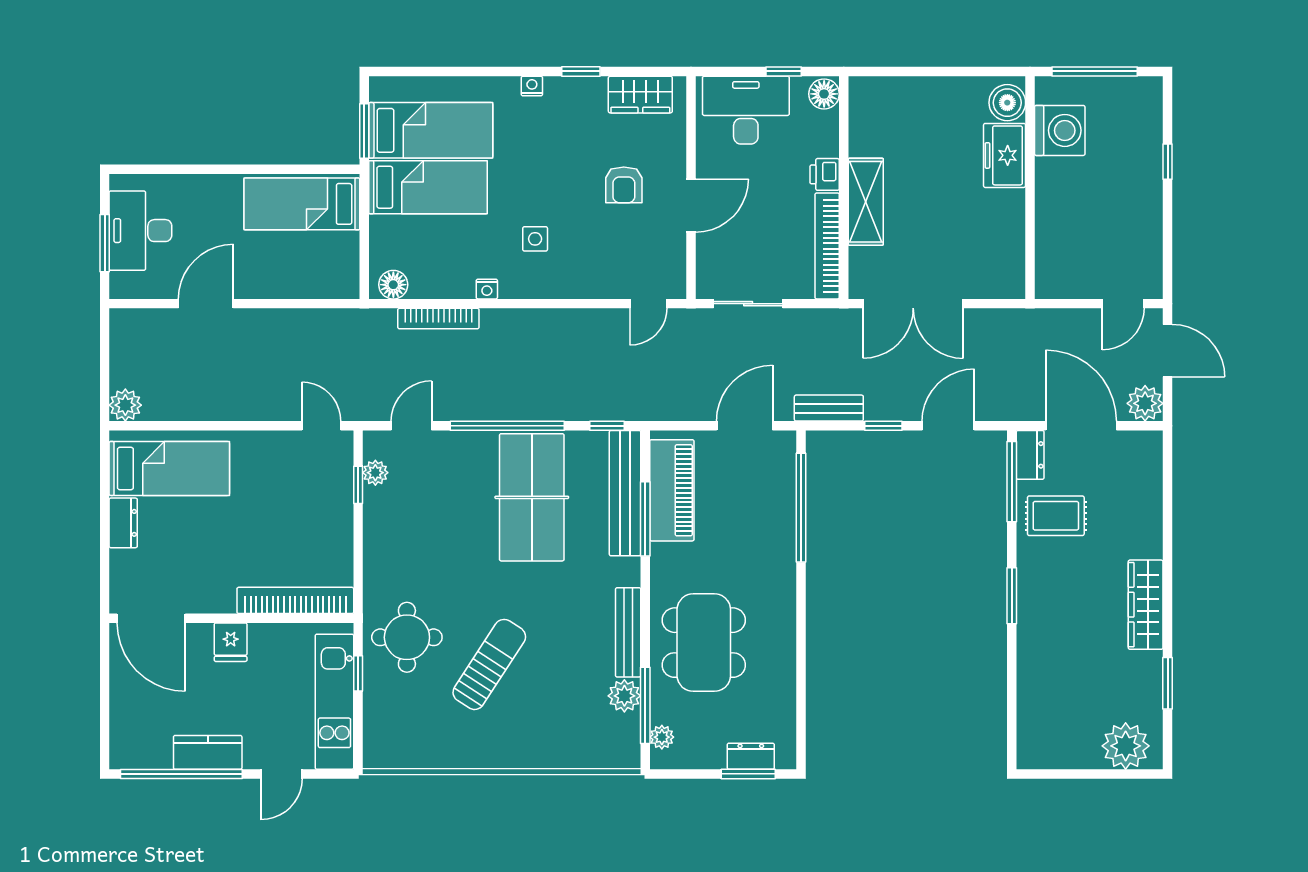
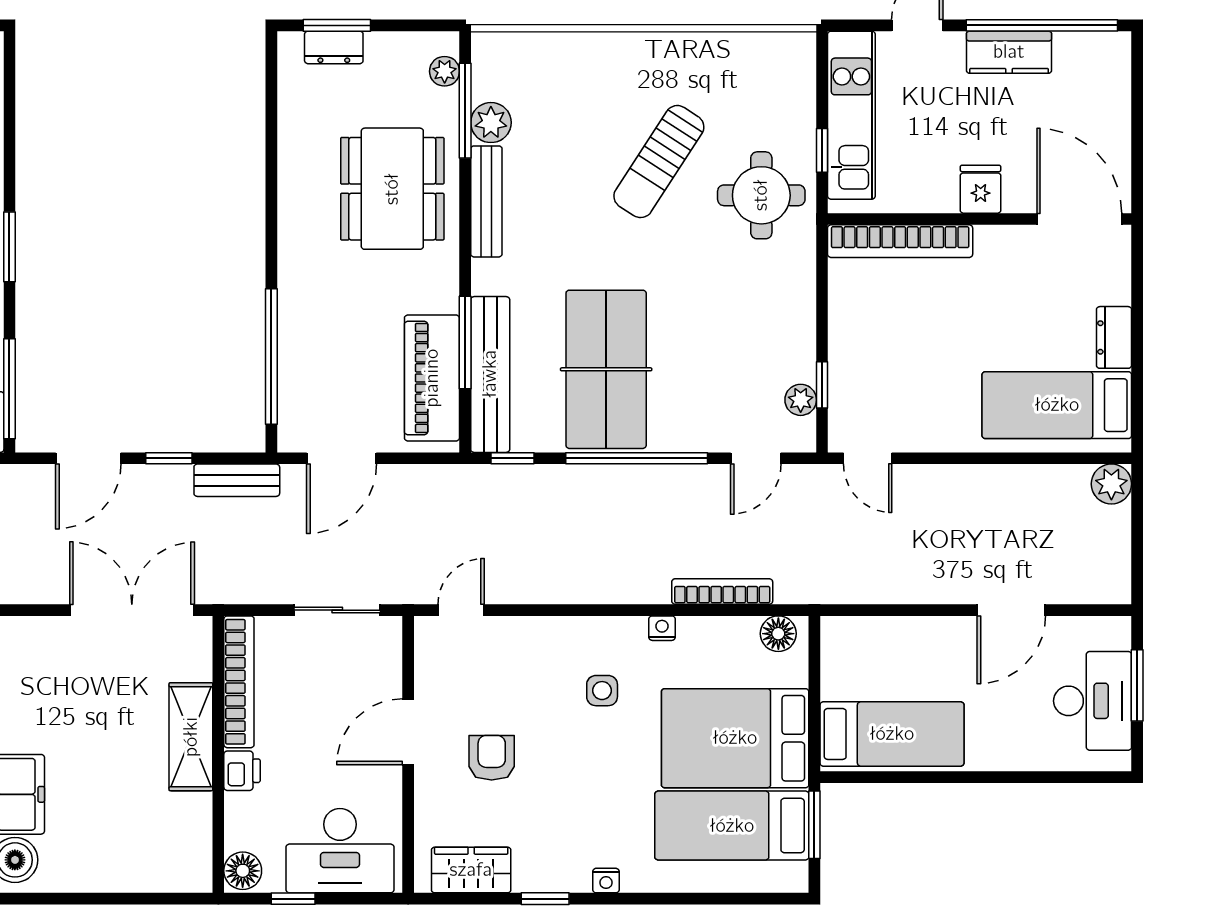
bed: (428, 187) -> (735, 738), width x1.50

